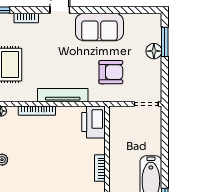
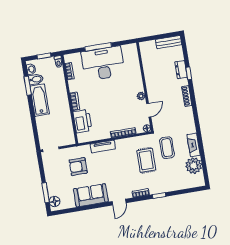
floor lamp: (154, 51) -> (55, 201), moved
tv unit: (63, 95) -> (103, 147), width x0.71
printer: (94, 122) -> (82, 121), moved

